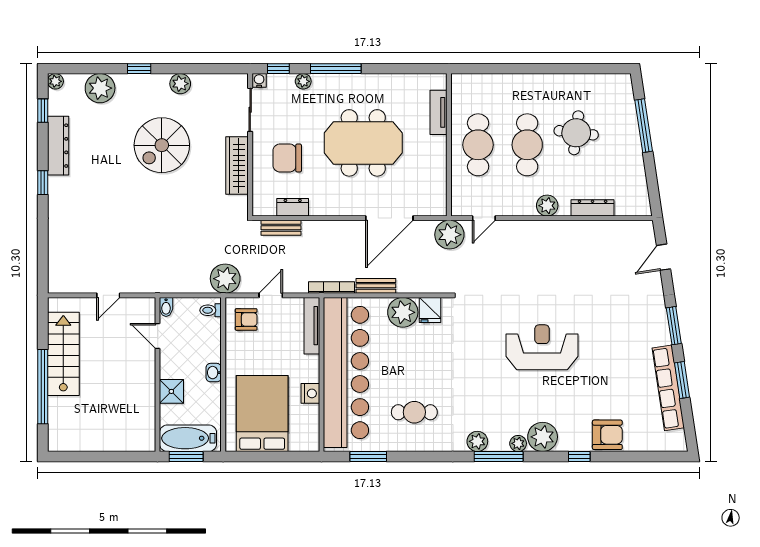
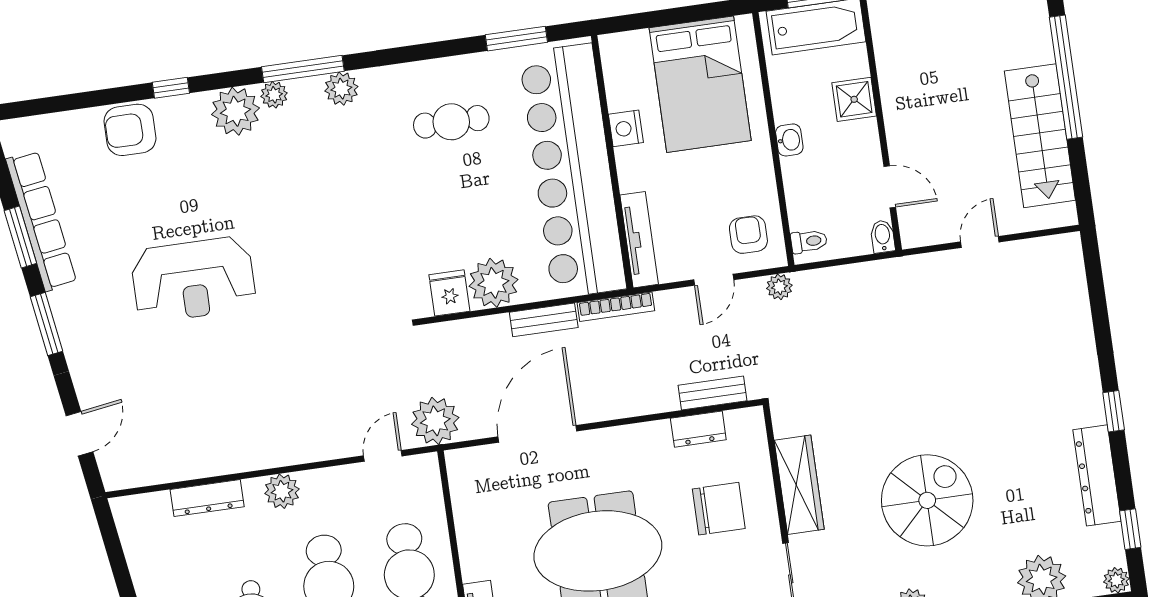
plant: (225, 279) -> (779, 287), width x0.53, depth x0.53
armchair: (246, 319) -> (748, 235), turned 90
reception desk: (542, 347) -> (193, 280), moved

